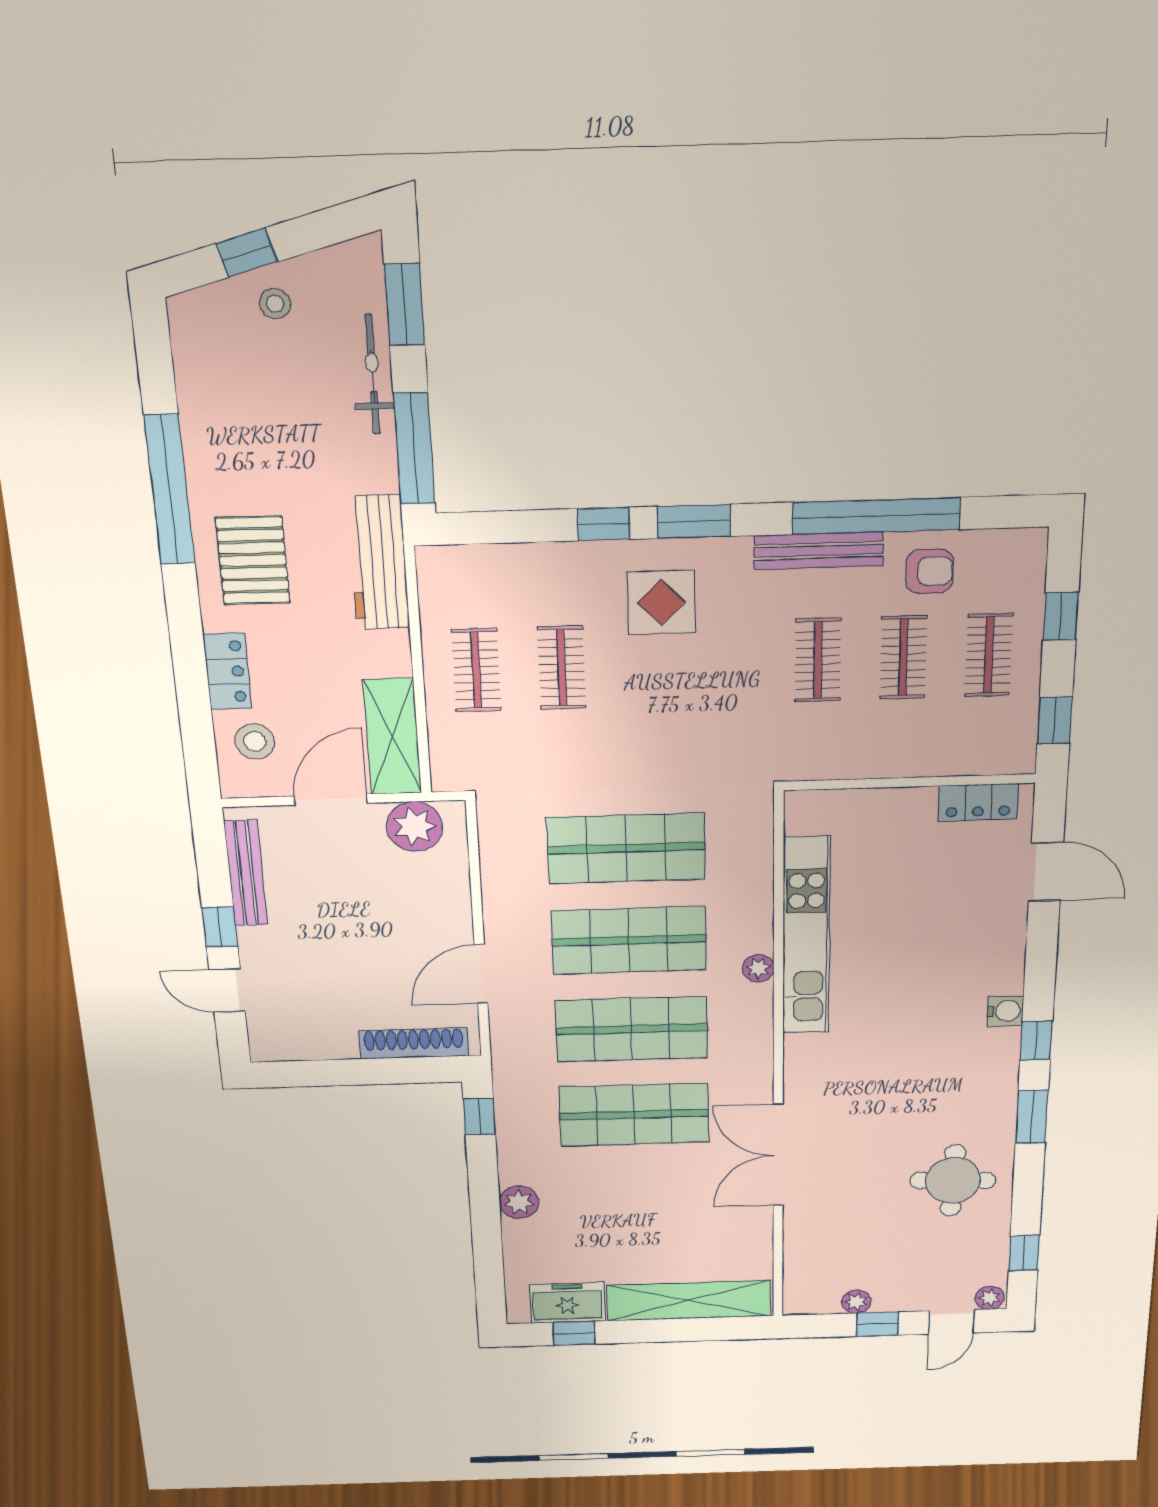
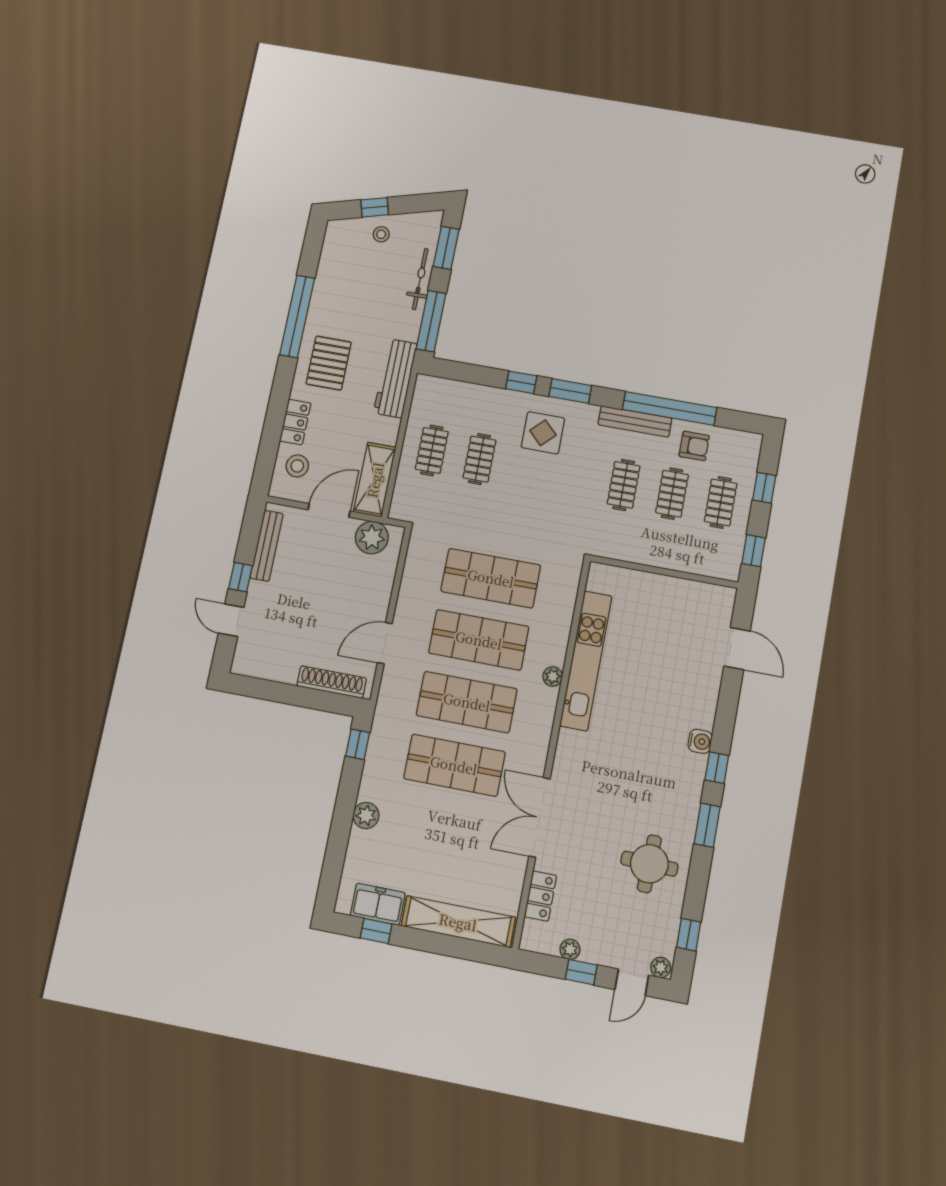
locker: (978, 802) -> (540, 896), moved, turned -90

